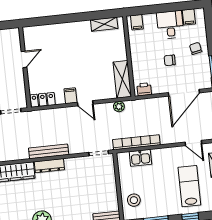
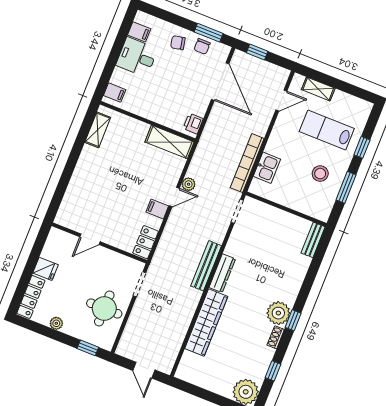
door: (24, 59) -> (90, 239), swing flipped
chair: (170, 60) -> (202, 46), moved
plant: (119, 107) -> (189, 184), moved
stool: (134, 200) -> (320, 174), moved

